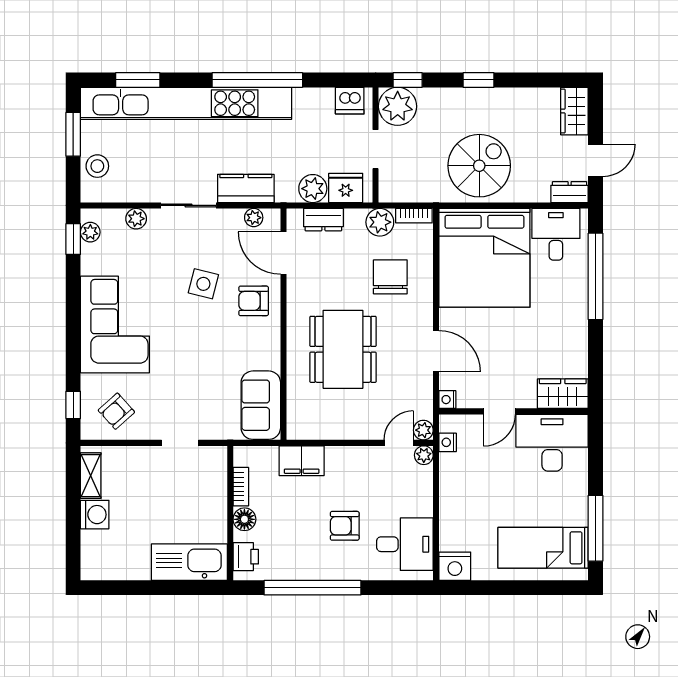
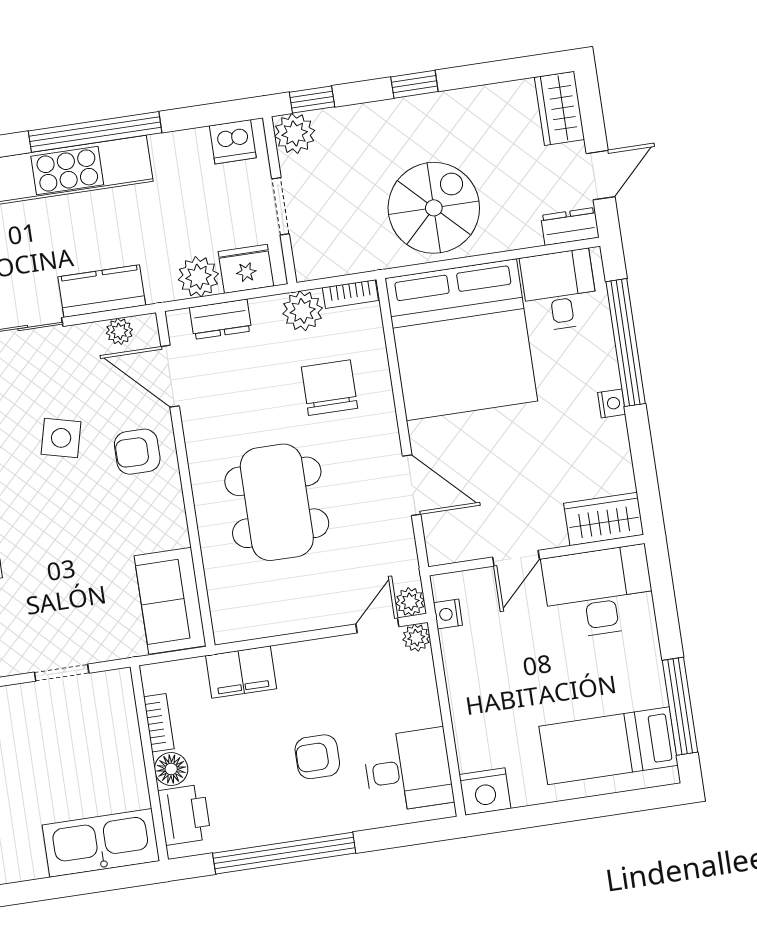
plant: (398, 106) -> (295, 134), width x0.73, depth x0.73
nightstand: (447, 400) -> (612, 403), moved, turned 180
printer: (246, 557) -> (184, 815), width x1.36, depth x1.24

